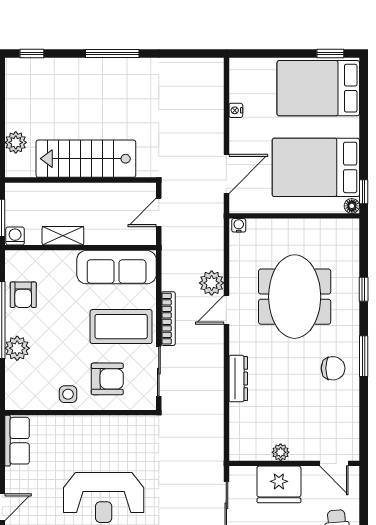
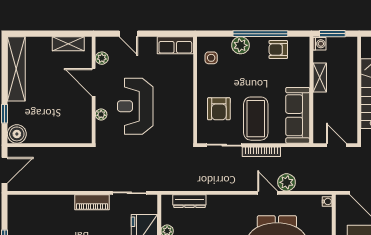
dresser: (238, 379) -> (189, 201), moved
side table: (68, 394) -> (211, 58), moved

